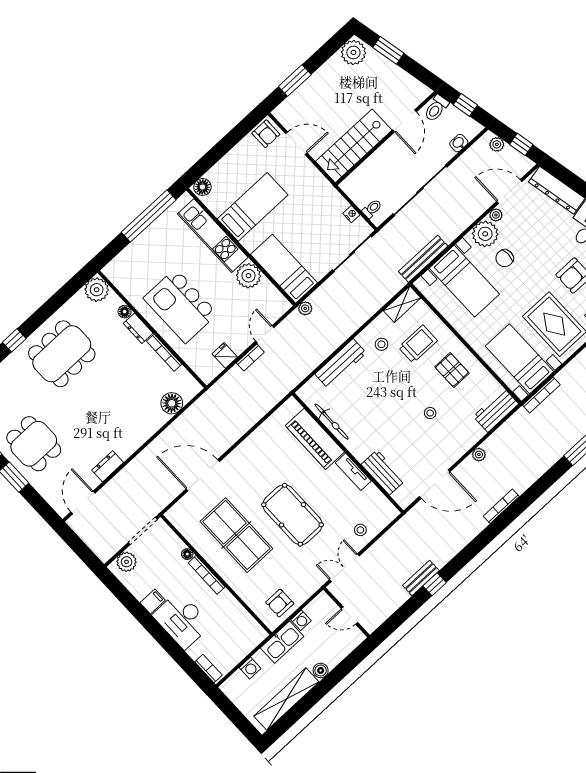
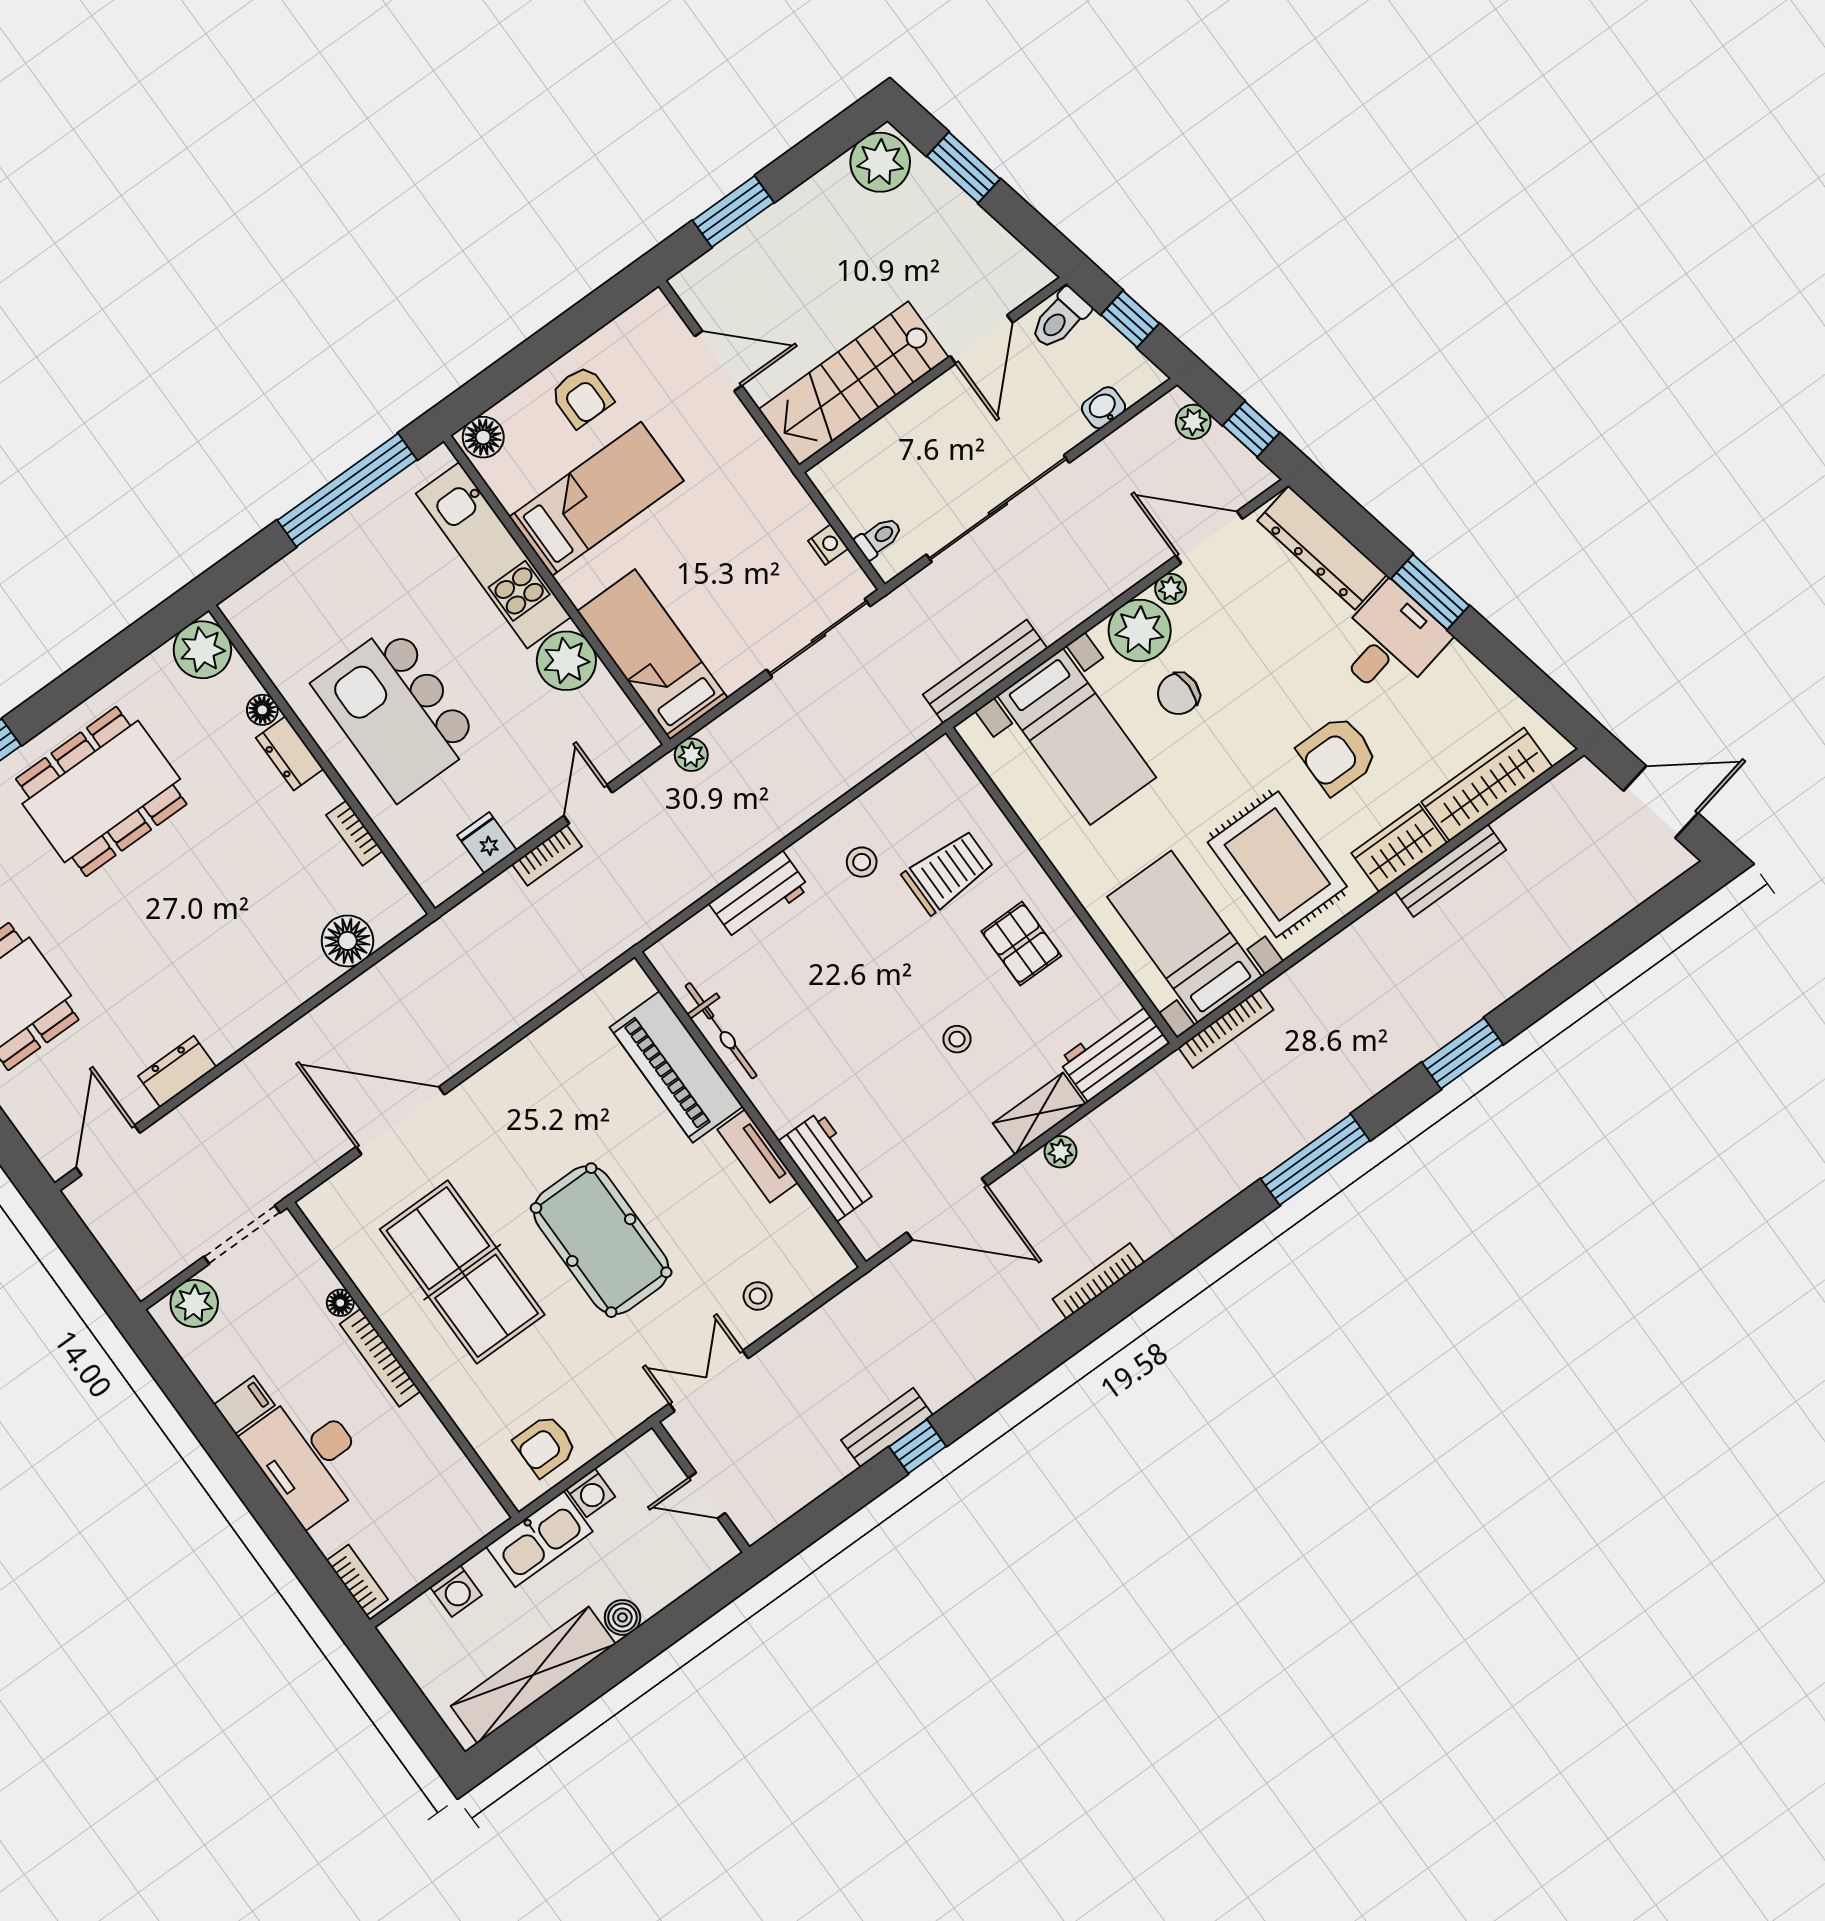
armchair: (266, 134) -> (582, 397), moved
shelving: (402, 304) -> (1039, 1114), moved
bookcase: (164, 353) -> (354, 833), width x0.64
workbench: (341, 364) -> (759, 896), width x0.73

